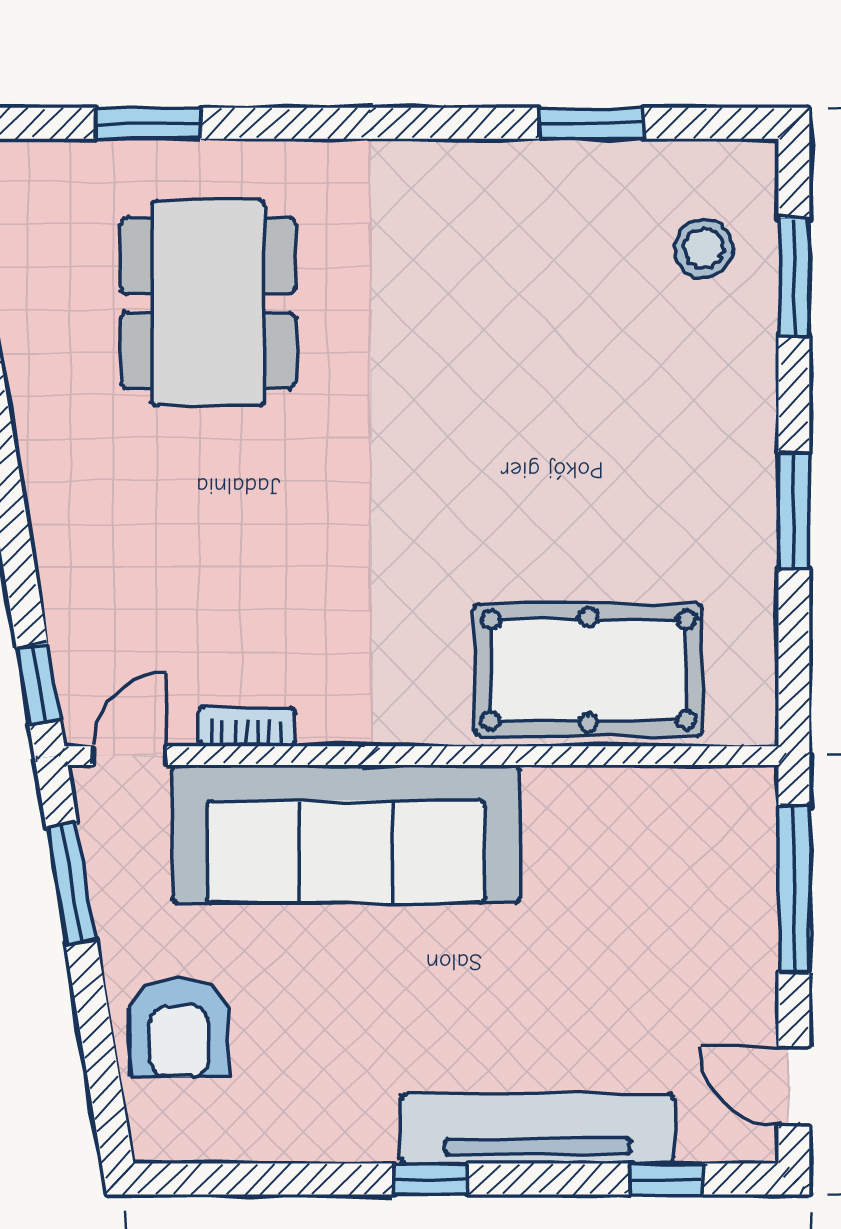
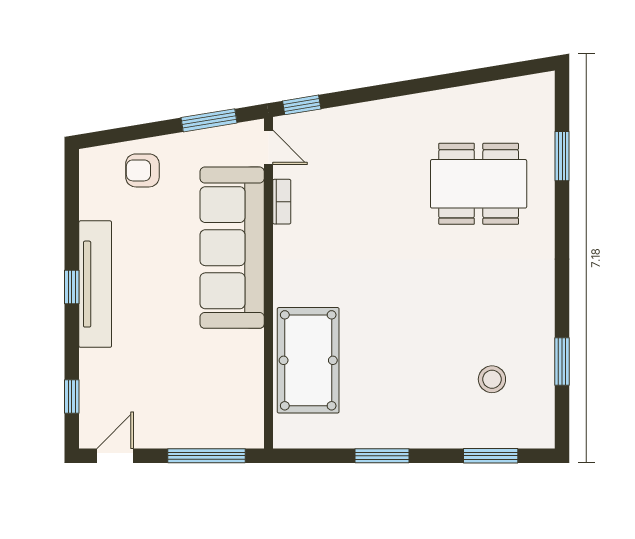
stool: (703, 248) -> (492, 379), moved
armchair: (179, 1027) -> (142, 170), width x0.72, depth x0.72
tv unit: (537, 1129) -> (95, 284), moved

